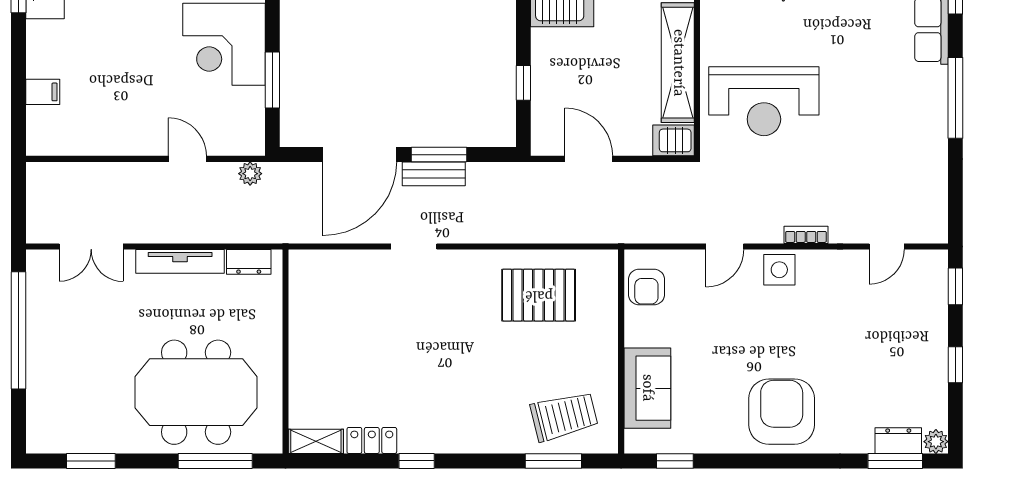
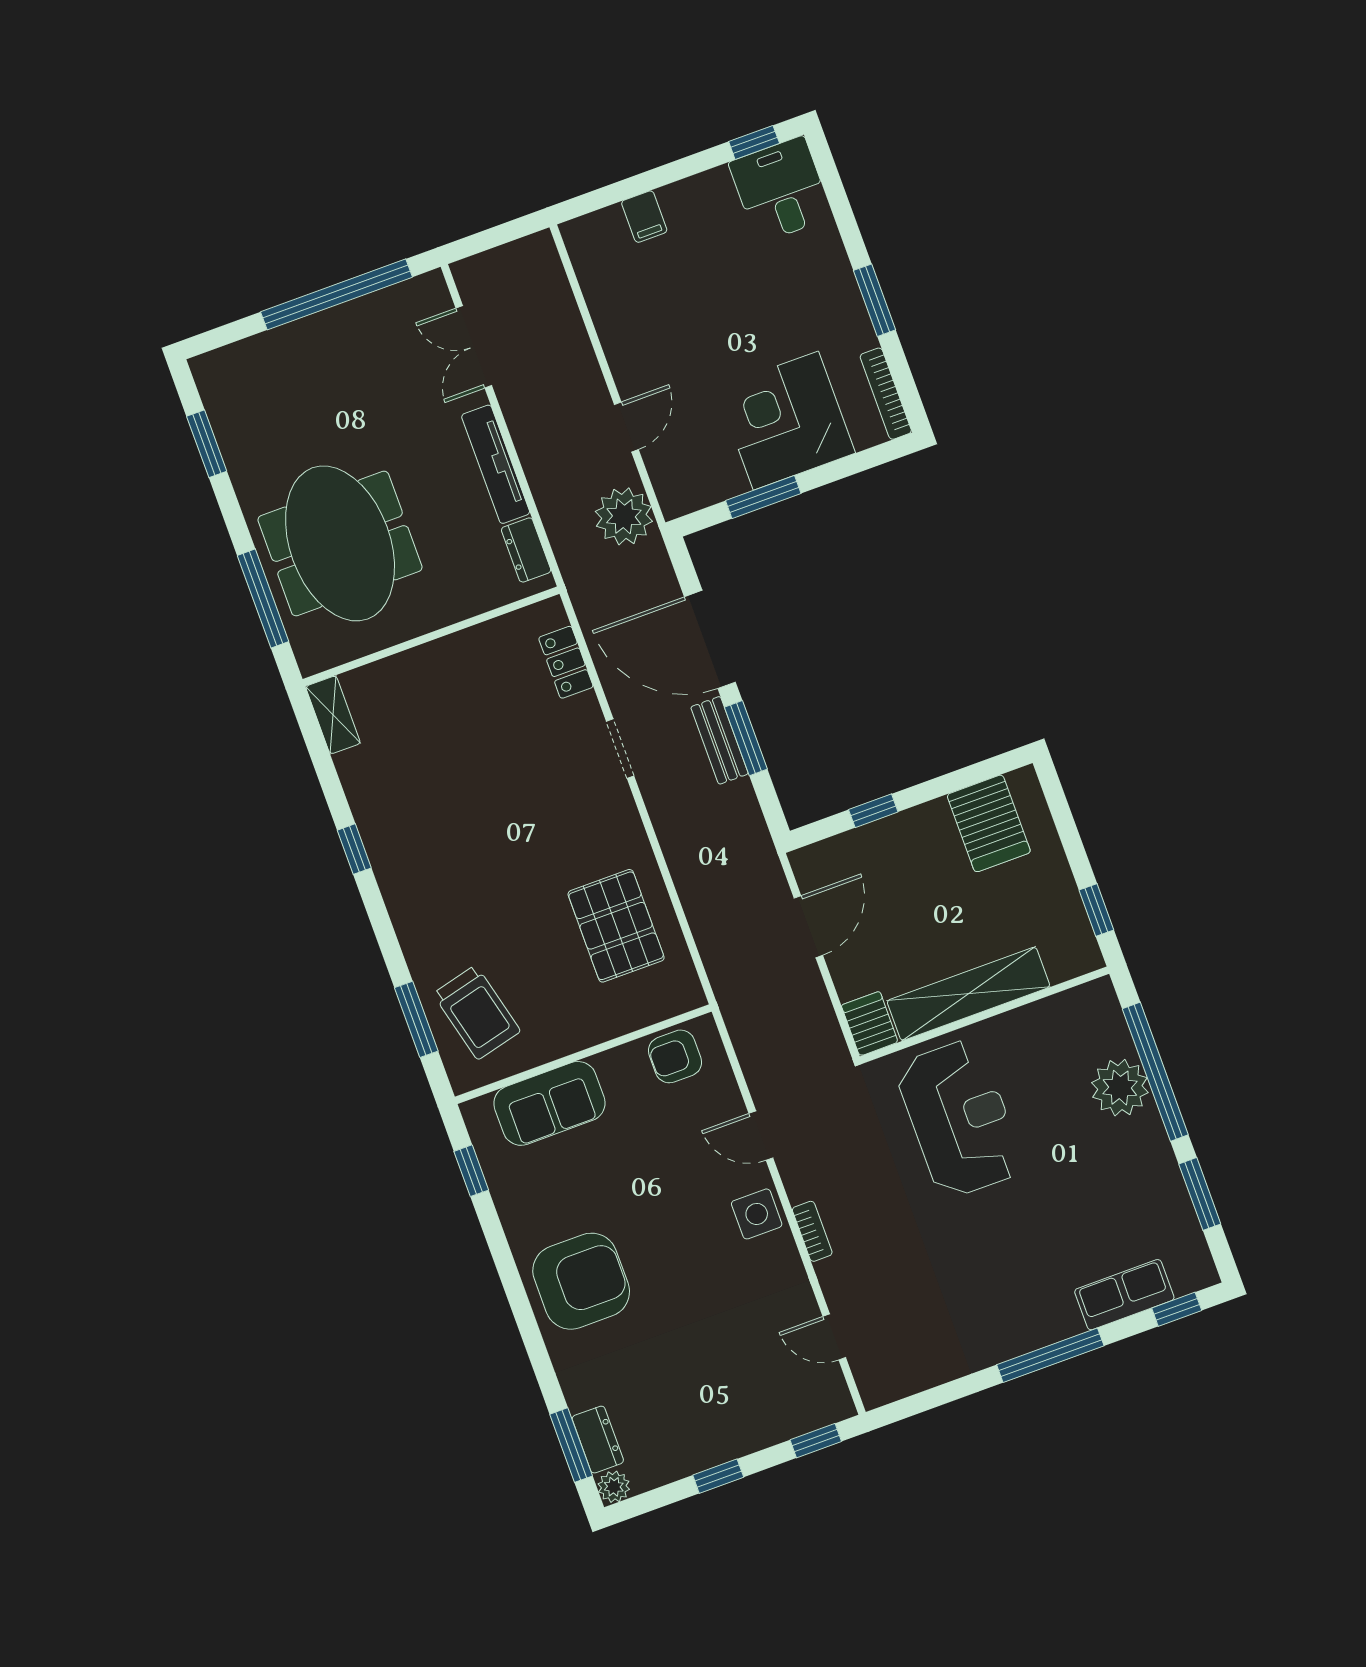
reception desk: (764, 101) -> (960, 1118), turned 180
plant: (250, 174) -> (624, 516), width x1.88, depth x1.88
locker: (372, 440) -> (566, 662), moved, turned 180

